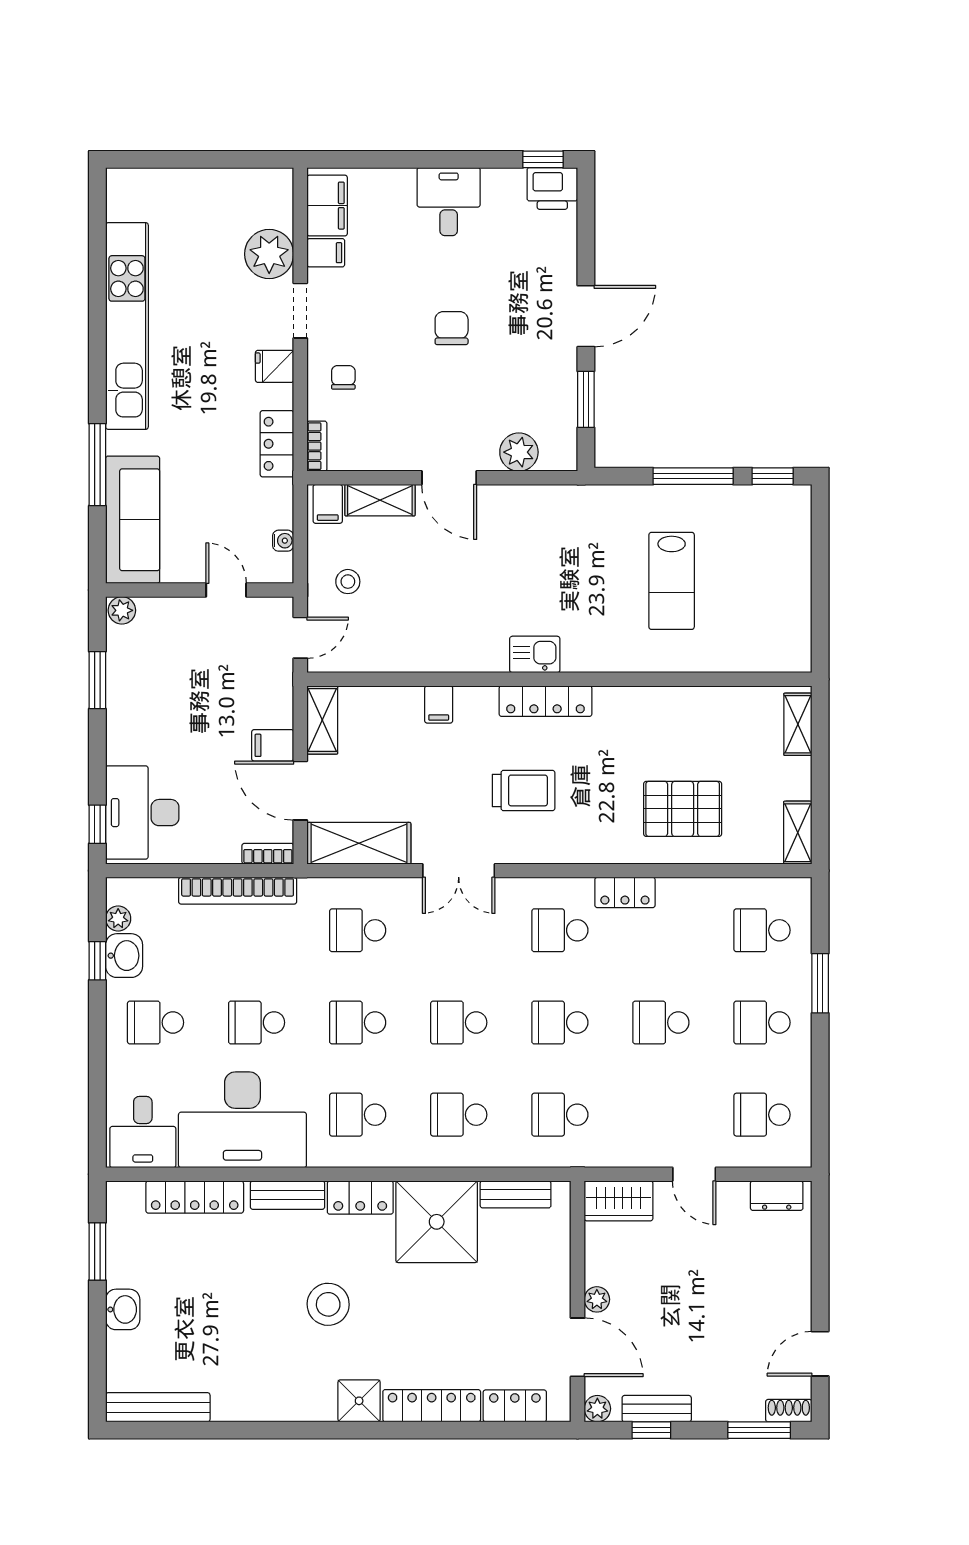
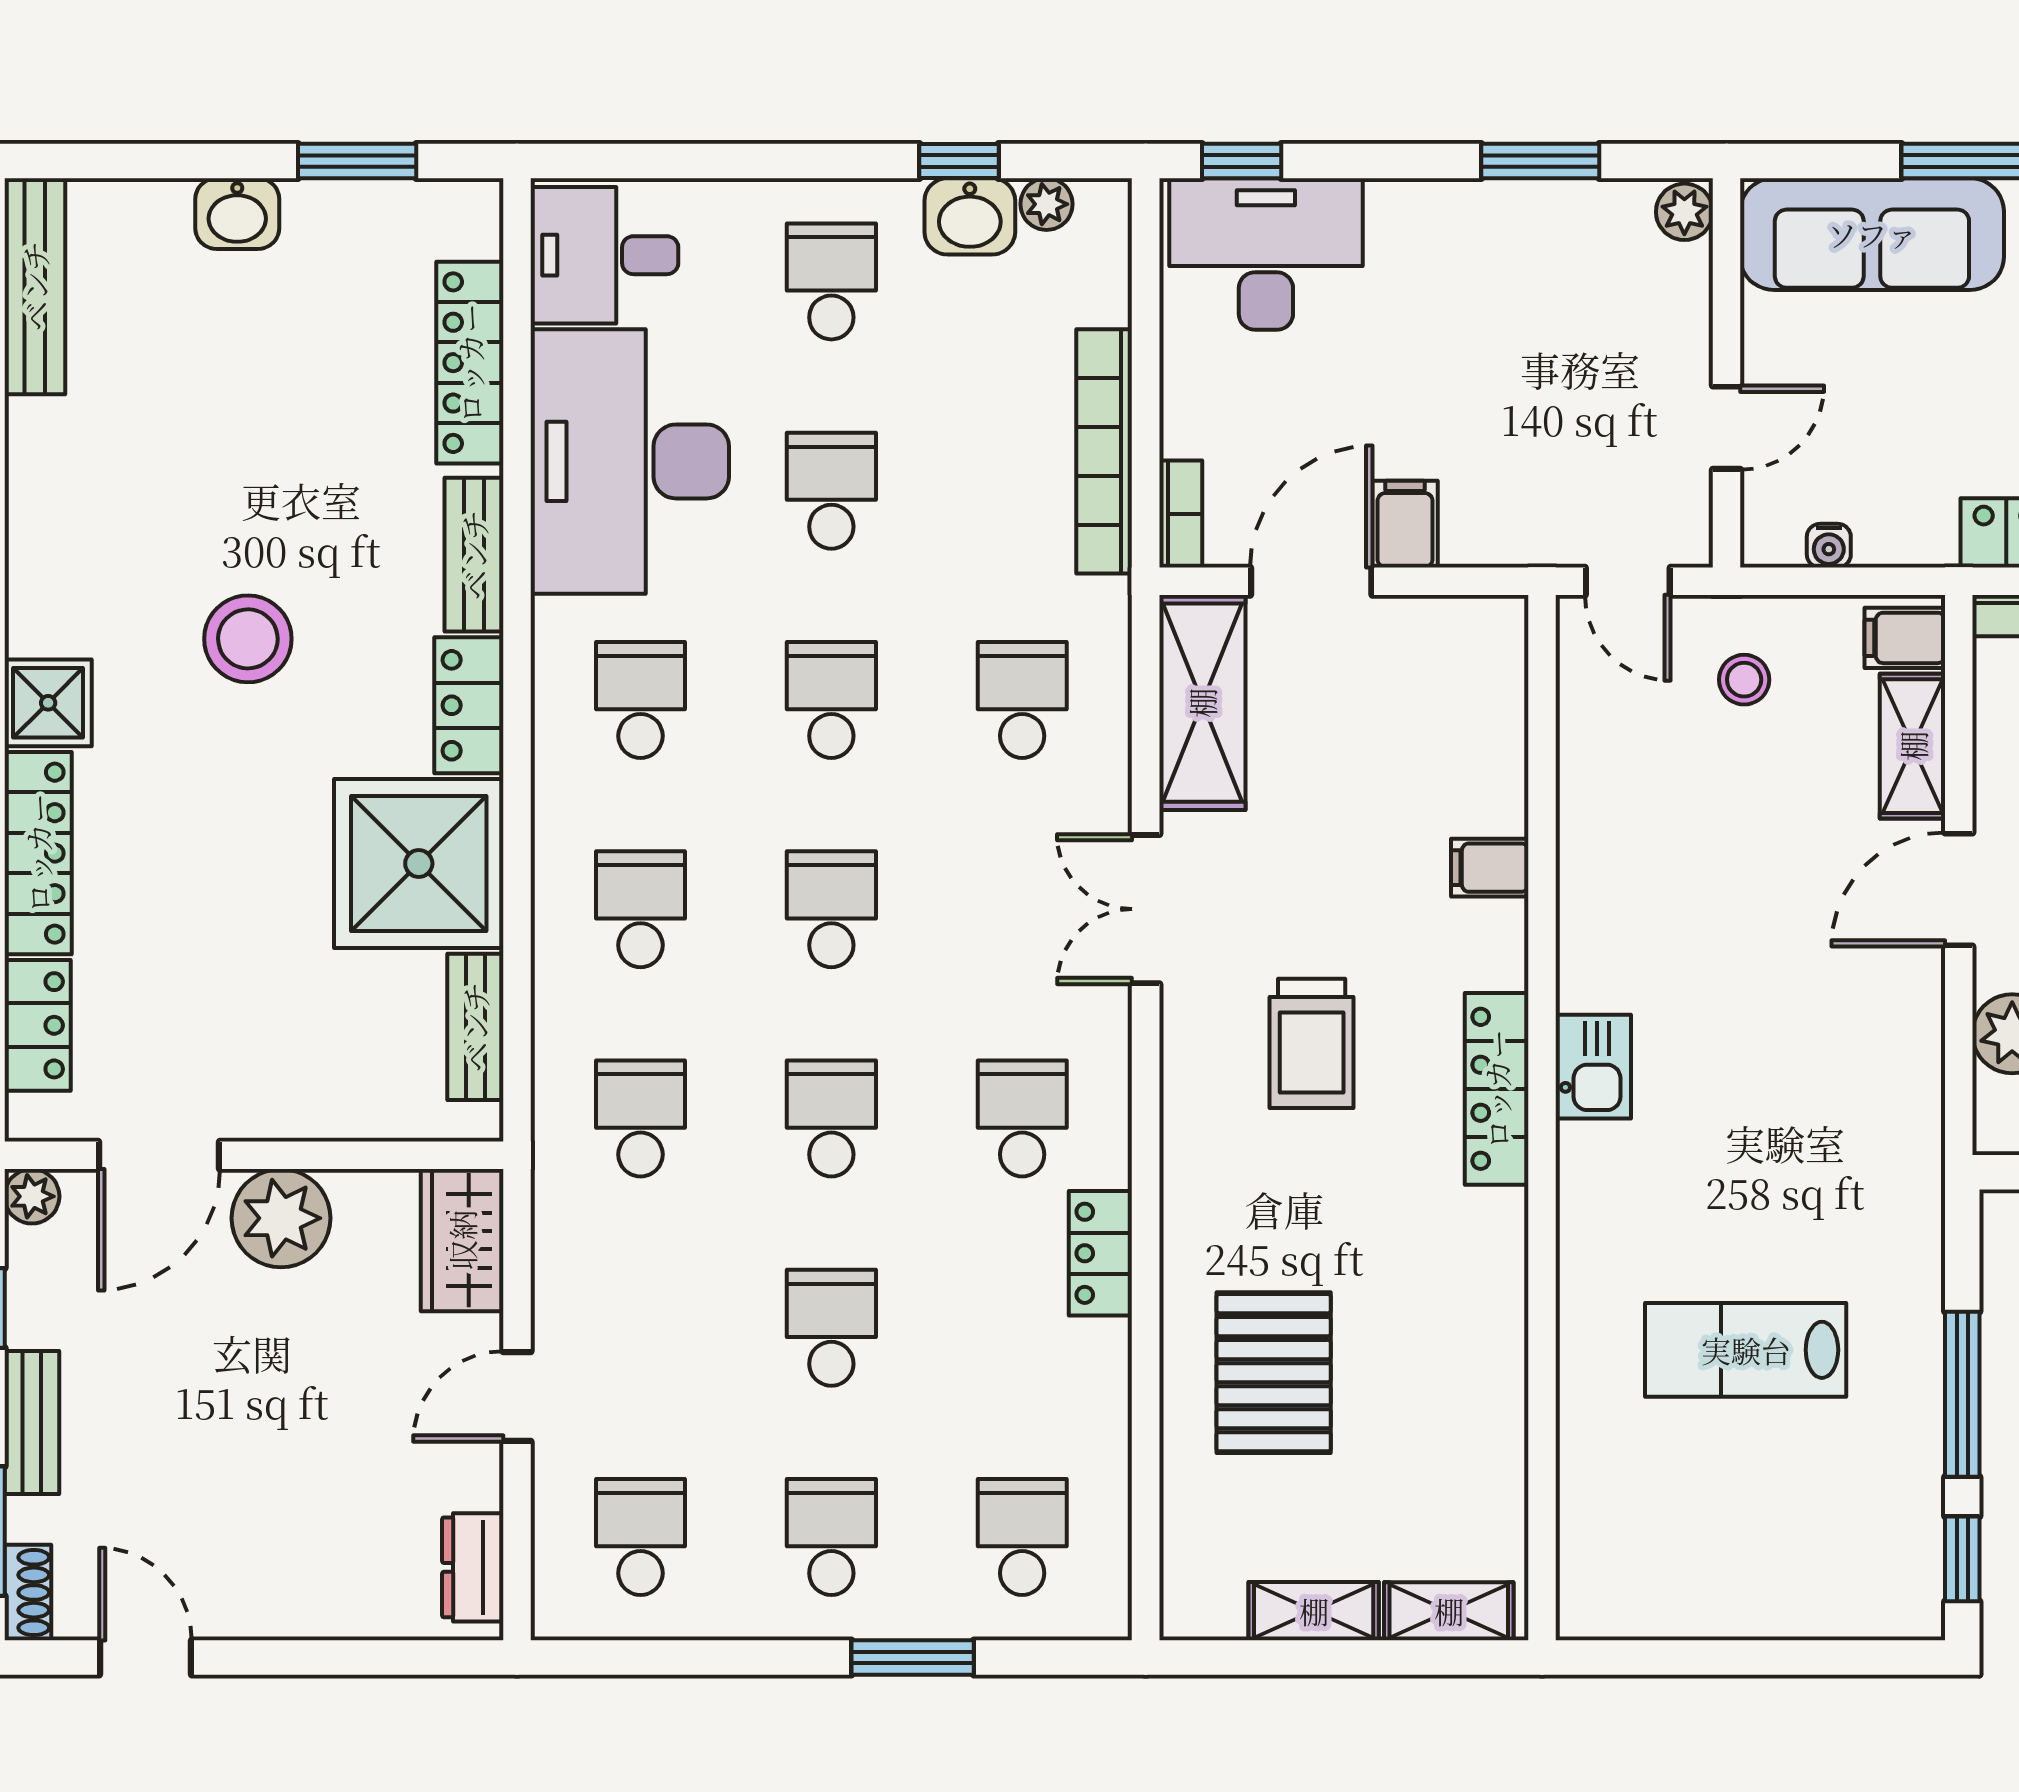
shelving: (322, 720) -> (1458, 627), removed
shelving: (798, 833) -> (1314, 1611), moved
plant: (597, 1299) -> (281, 1218), width x1.88, depth x1.88
bench: (657, 1409) -> (32, 1422), moved

